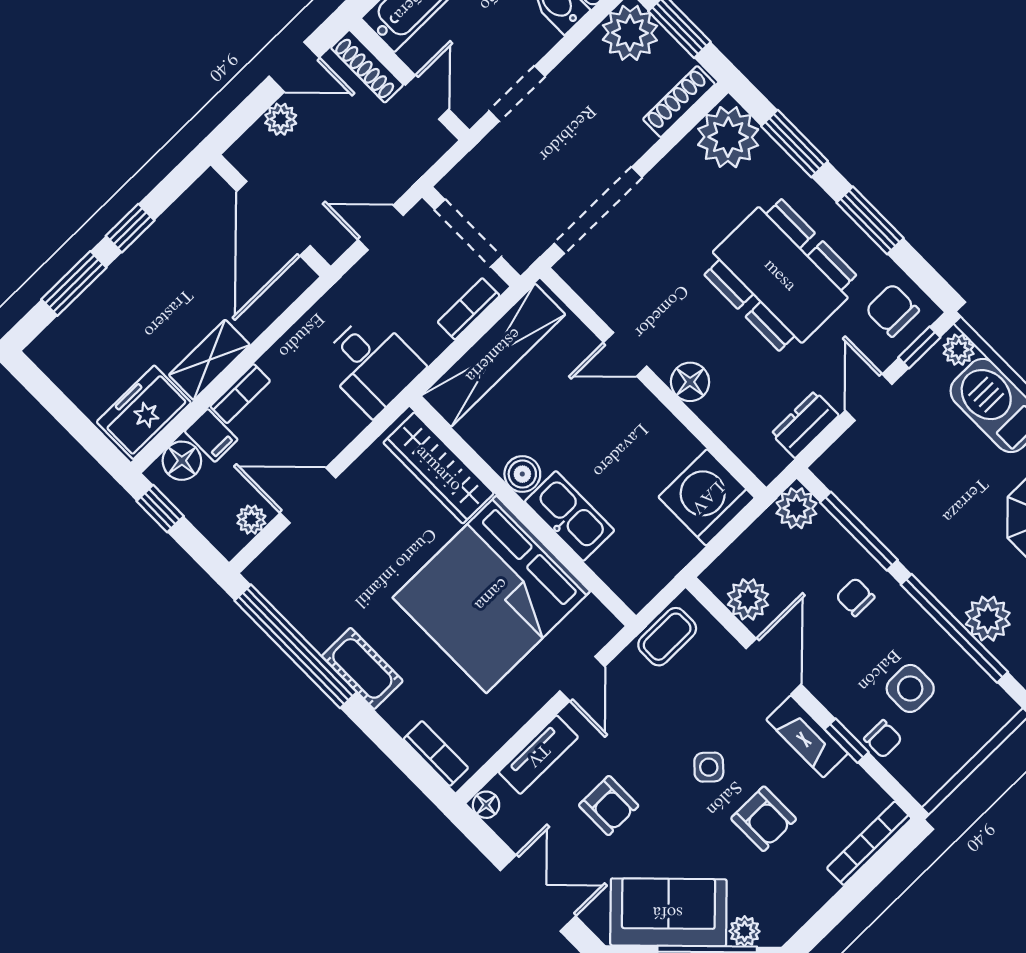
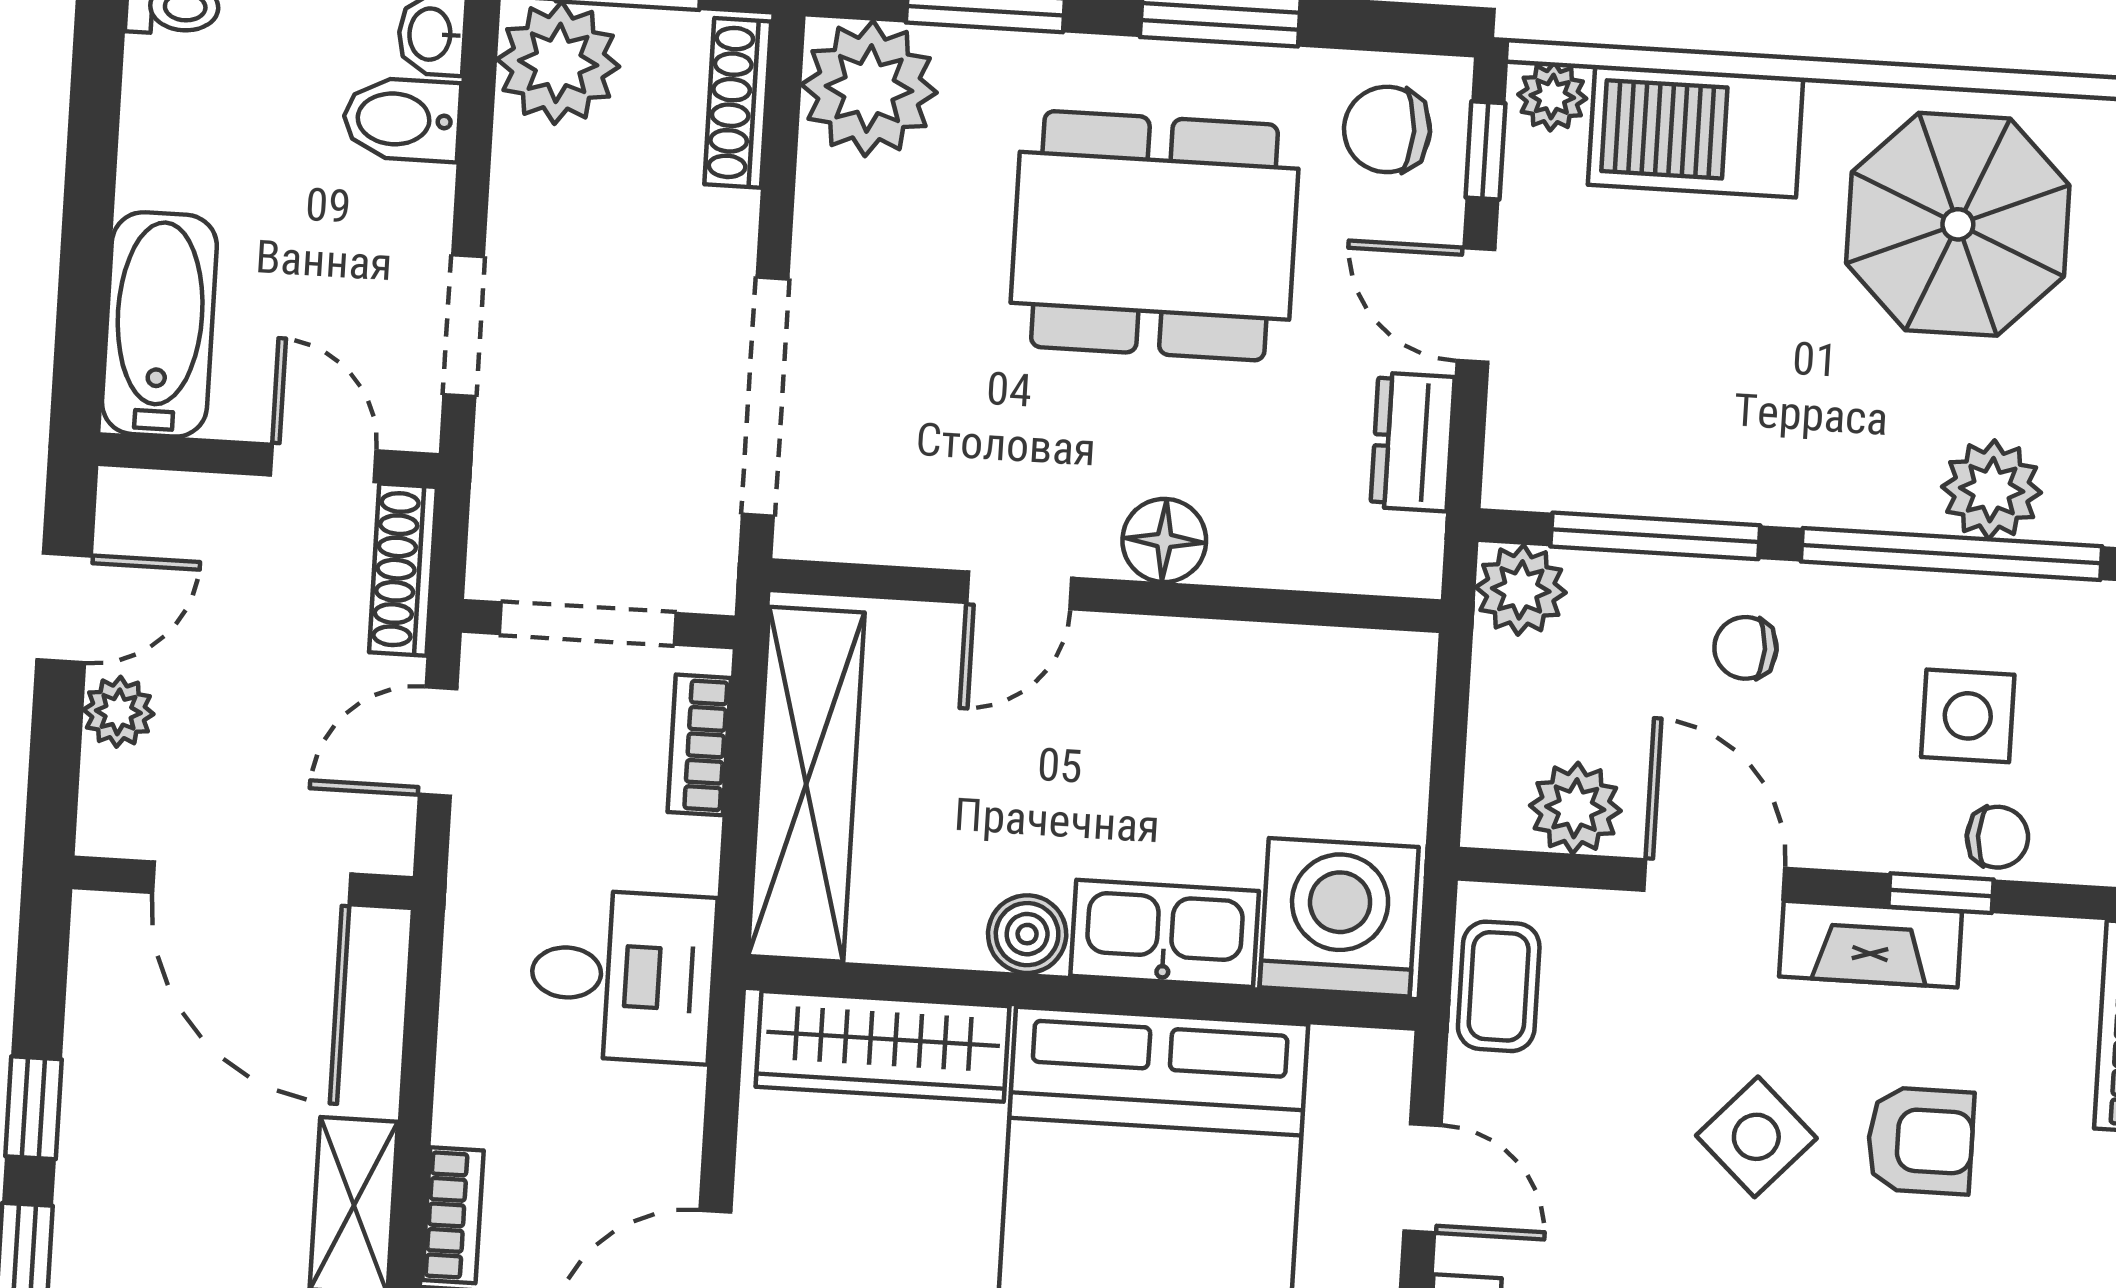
shoe rack: (367, 66) -> (403, 570), moved, turned 90
washing machine: (707, 497) -> (1339, 917), moved, turned 90
side table: (709, 767) -> (1756, 1137), width x1.37, depth x1.37

